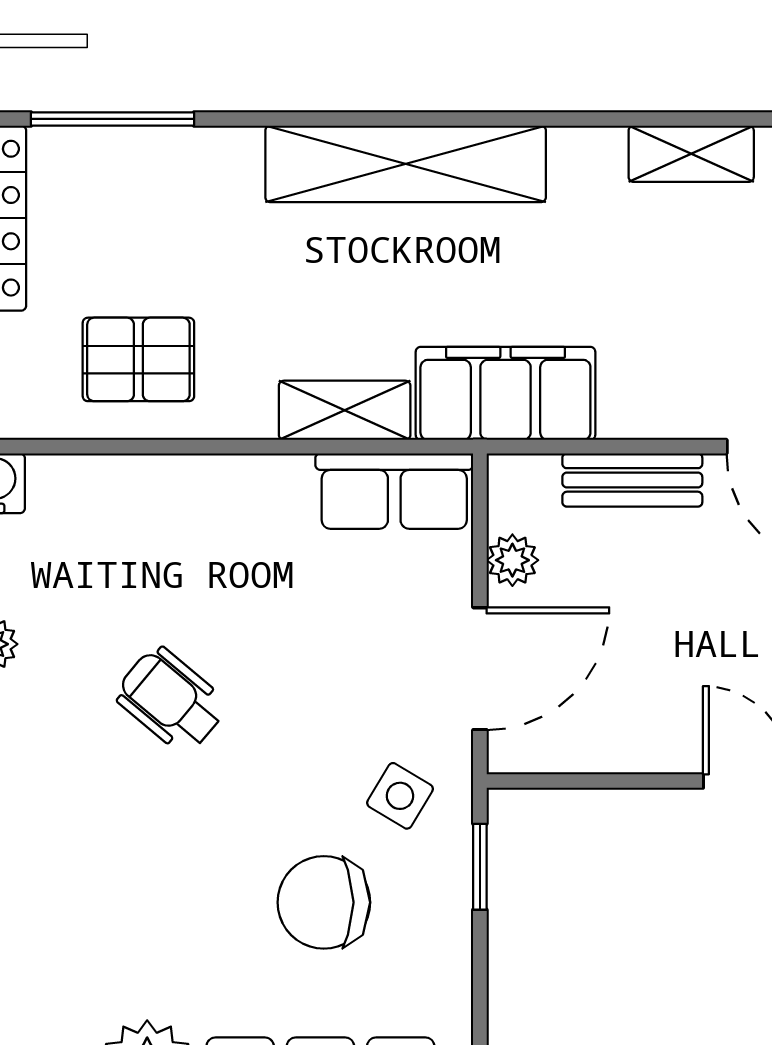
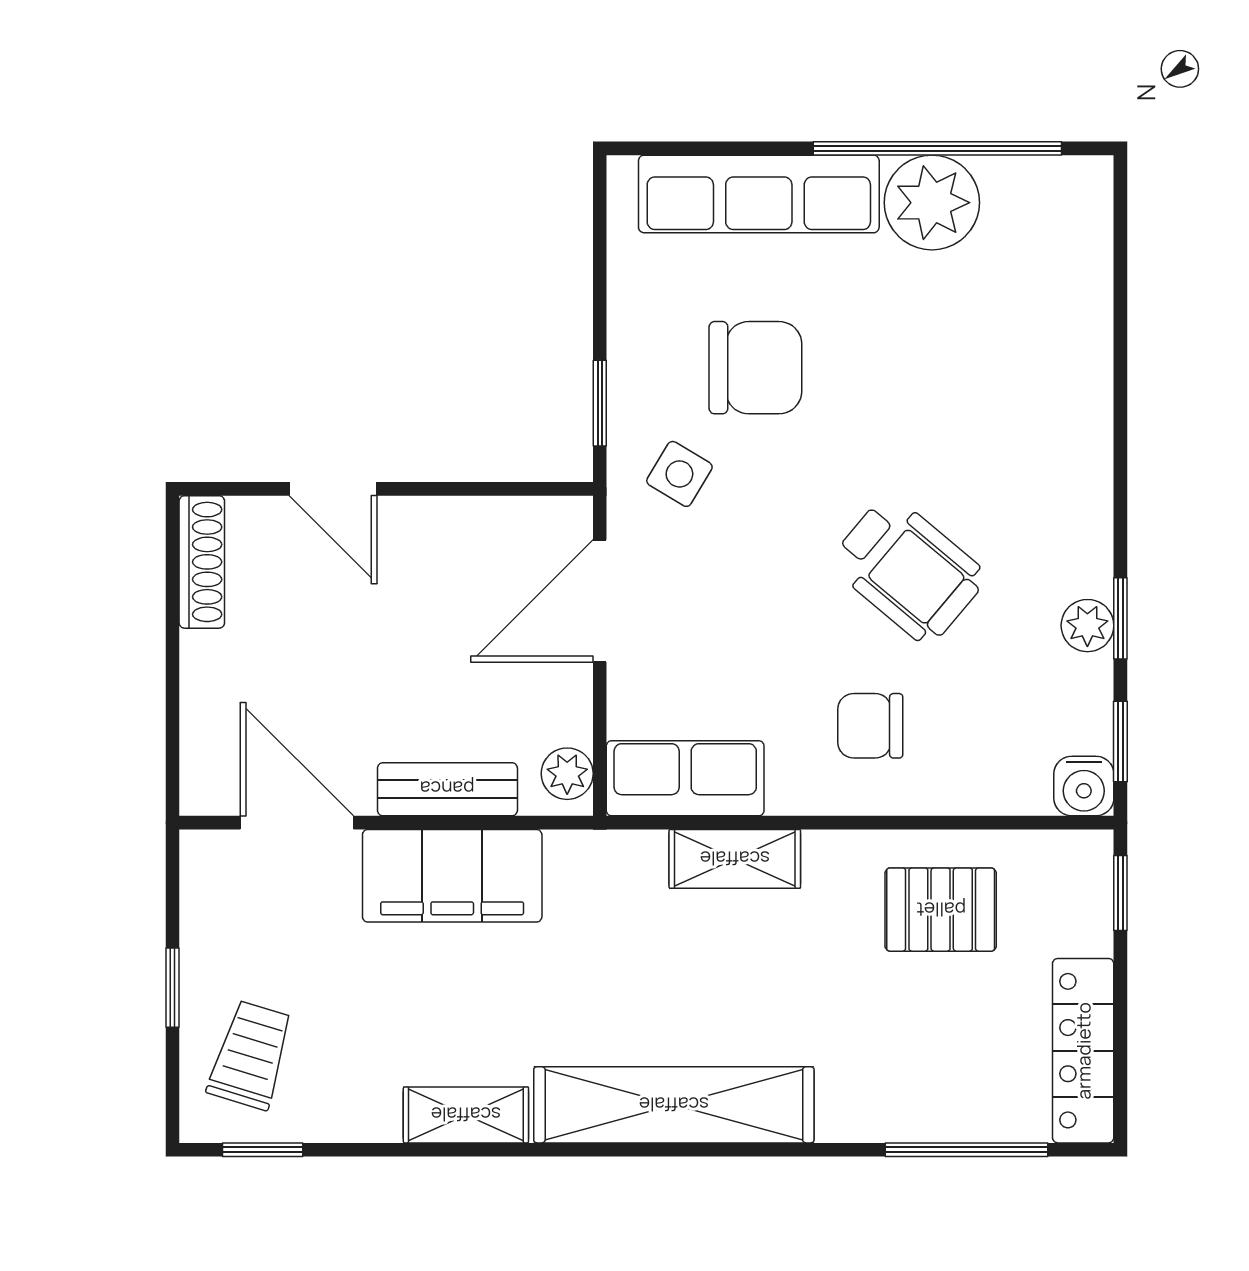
shelving: (691, 154) -> (466, 1115), moved
filing cabinet: (505, 393) -> (452, 876), moved
chair: (209, 544) -> (870, 726), added
plant: (512, 560) -> (567, 774), moved
wheelchair: (171, 700) -> (908, 570), width x1.36, depth x1.37

